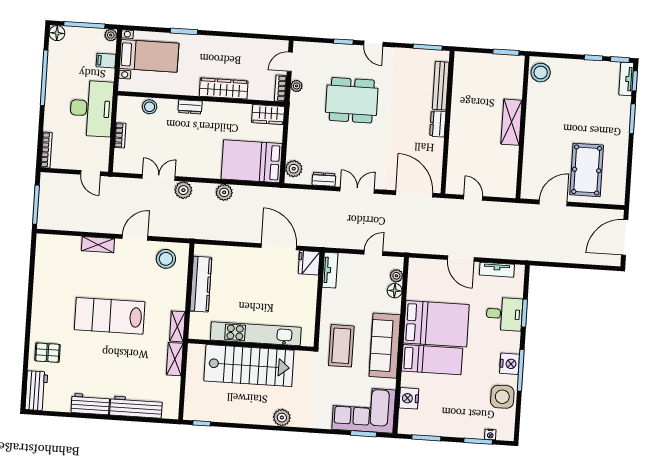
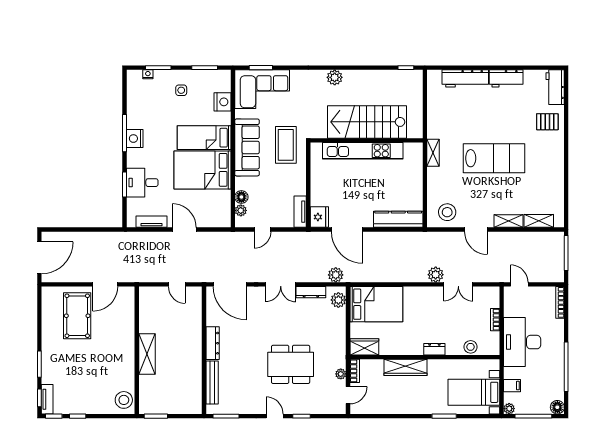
dresser: (438, 124) -> (213, 343), width x1.44
dresser: (324, 179) -> (311, 292), width x1.44
plant: (224, 192) -> (336, 275), moved
door: (135, 237) -> (476, 230), hinge flipped
kitchen counter: (201, 284) -> (398, 219), moved, turned 90
shelving: (175, 359) -> (539, 221), moved, turned 90
side table: (502, 397) -> (181, 90), moved, width x0.54, depth x0.54

